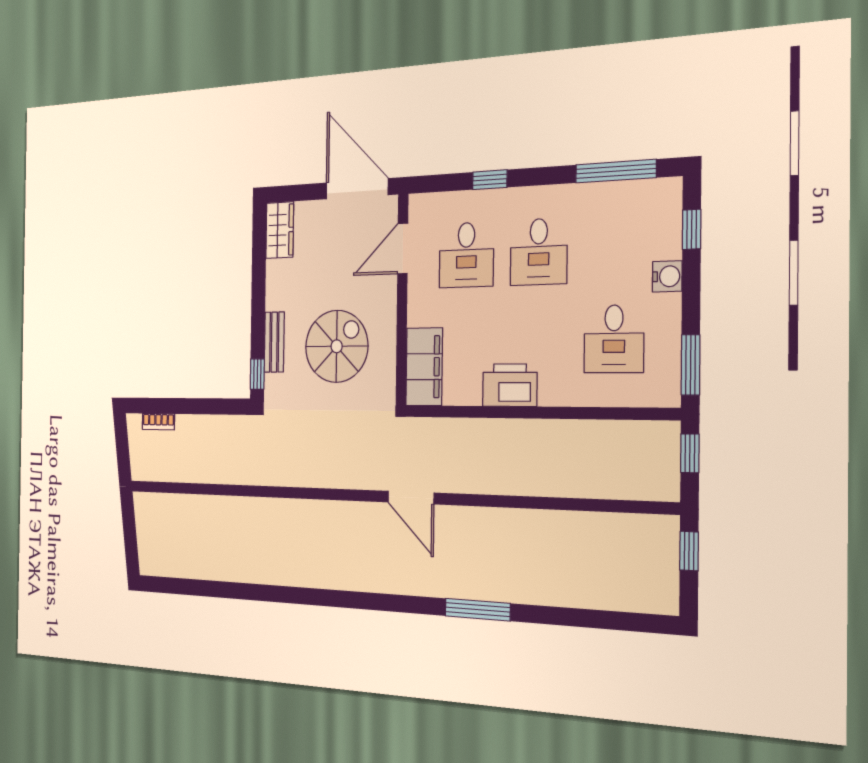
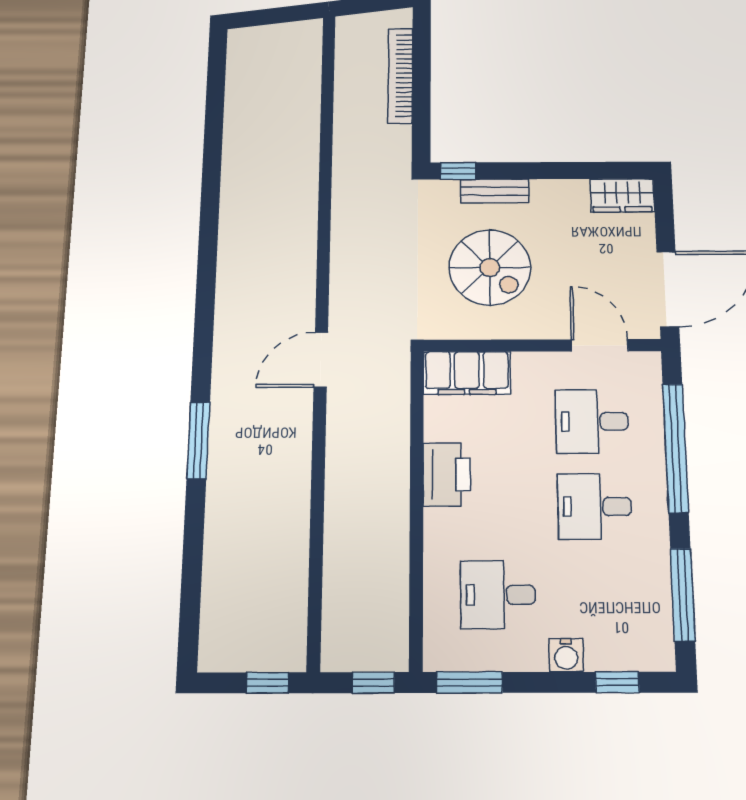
window: (490, 180) -> (675, 448), width x3.17
bookcase: (158, 422) -> (400, 76), width x2.31, depth x1.31

